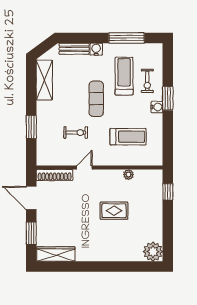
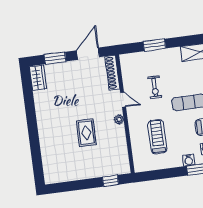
treadmill: (128, 137) -> (157, 137), turned 180
plant: (128, 175) -> (119, 119), moved
plant: (153, 252) -> (53, 174), removed
wardrobe: (56, 254) -> (38, 78), width x0.67

